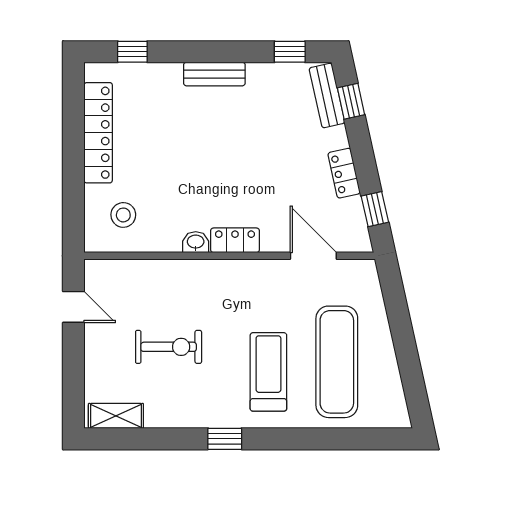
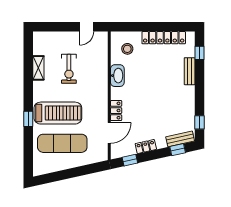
bench: (214, 74) -> (190, 71), moved
locker: (235, 240) -> (116, 111), moved
washbasin: (196, 242) -> (117, 76), width x1.91, depth x1.45
treadmill: (268, 372) -> (58, 113), width x1.37, depth x1.37
shelving: (116, 416) -> (38, 68), moved
window: (225, 439) -> (28, 119), moved

